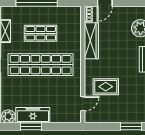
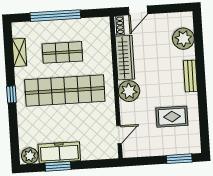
plant: (93, 68) -> (129, 91), added
rug: (106, 87) -> (172, 117), moved

